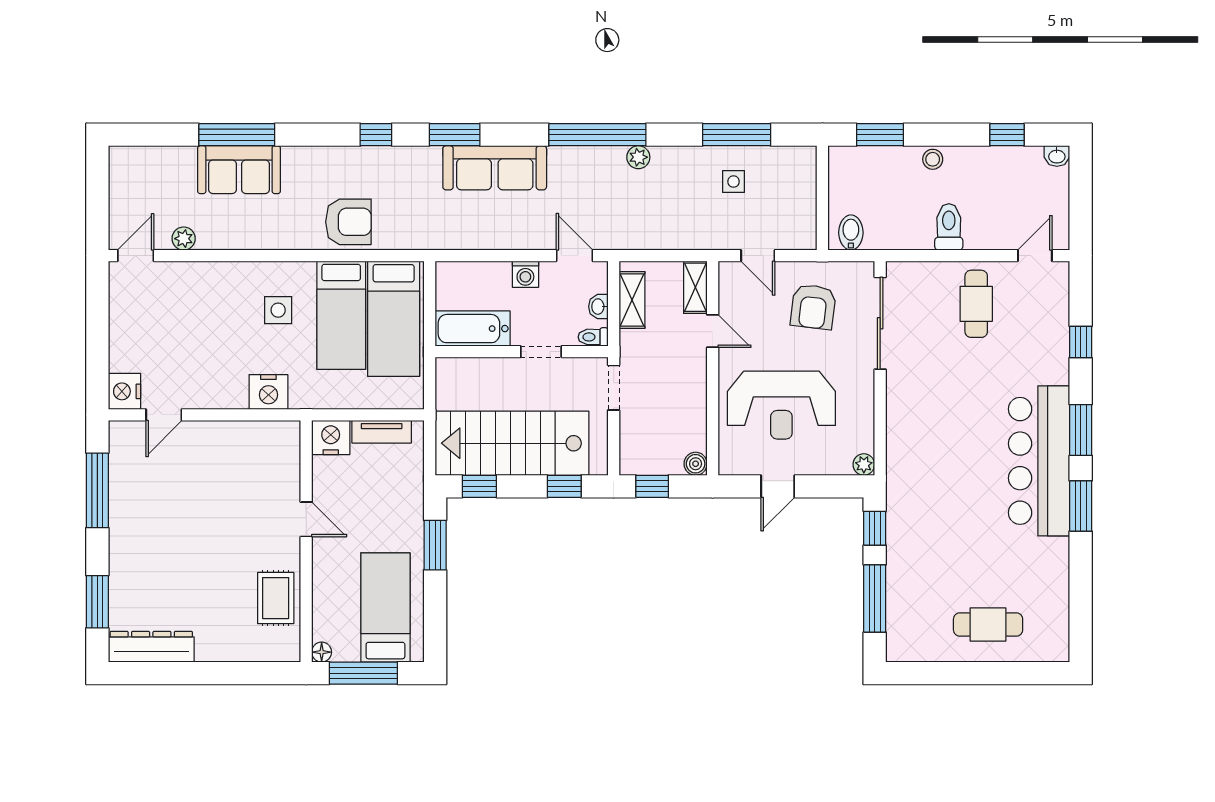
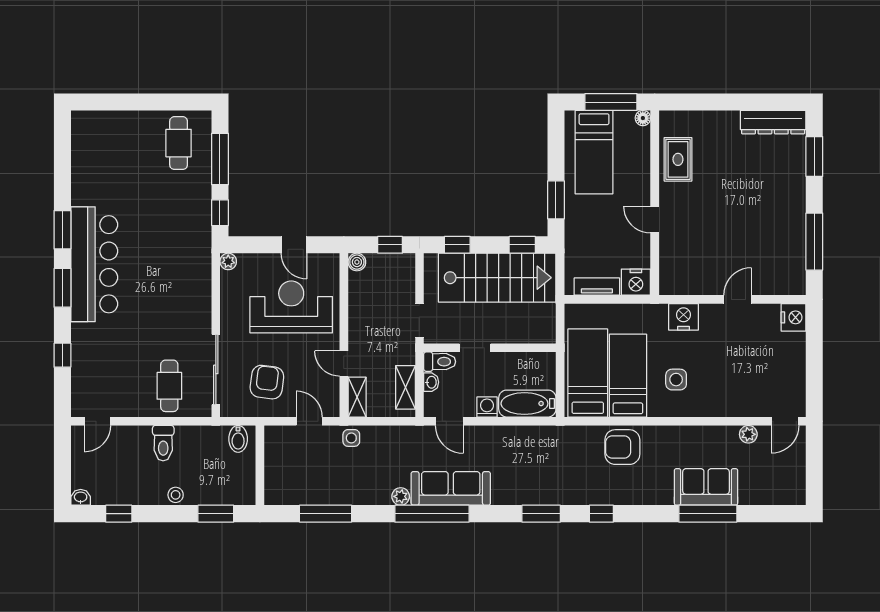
sofa: (495, 168) -> (451, 488), moved
side table: (733, 182) -> (351, 438), moved
cafe table: (976, 304) -> (169, 386), moved
bathtub: (473, 329) -> (527, 404), moved, turned 180
toilet: (593, 337) -> (440, 362), width x1.37, depth x1.39
door: (164, 415) -> (738, 299), moved
door: (778, 486) -> (294, 245), swing flipped
cafe table: (988, 624) -> (179, 143), moved, turned 90

